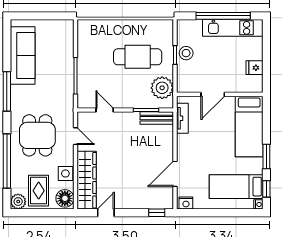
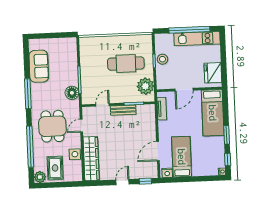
sofa: (23, 56) -> (39, 66), width x0.73
fridge: (255, 68) -> (213, 73), width x1.88, depth x1.34
door: (105, 110) -> (103, 105), hinge flipped
bench: (157, 118) -> (123, 110), moved
door: (76, 136) -> (81, 126), swing flipped
bed: (236, 187) -> (182, 157), moved, turned 90
floor lamp: (65, 198) -> (72, 93), moved
door: (106, 213) -> (123, 182), moved

